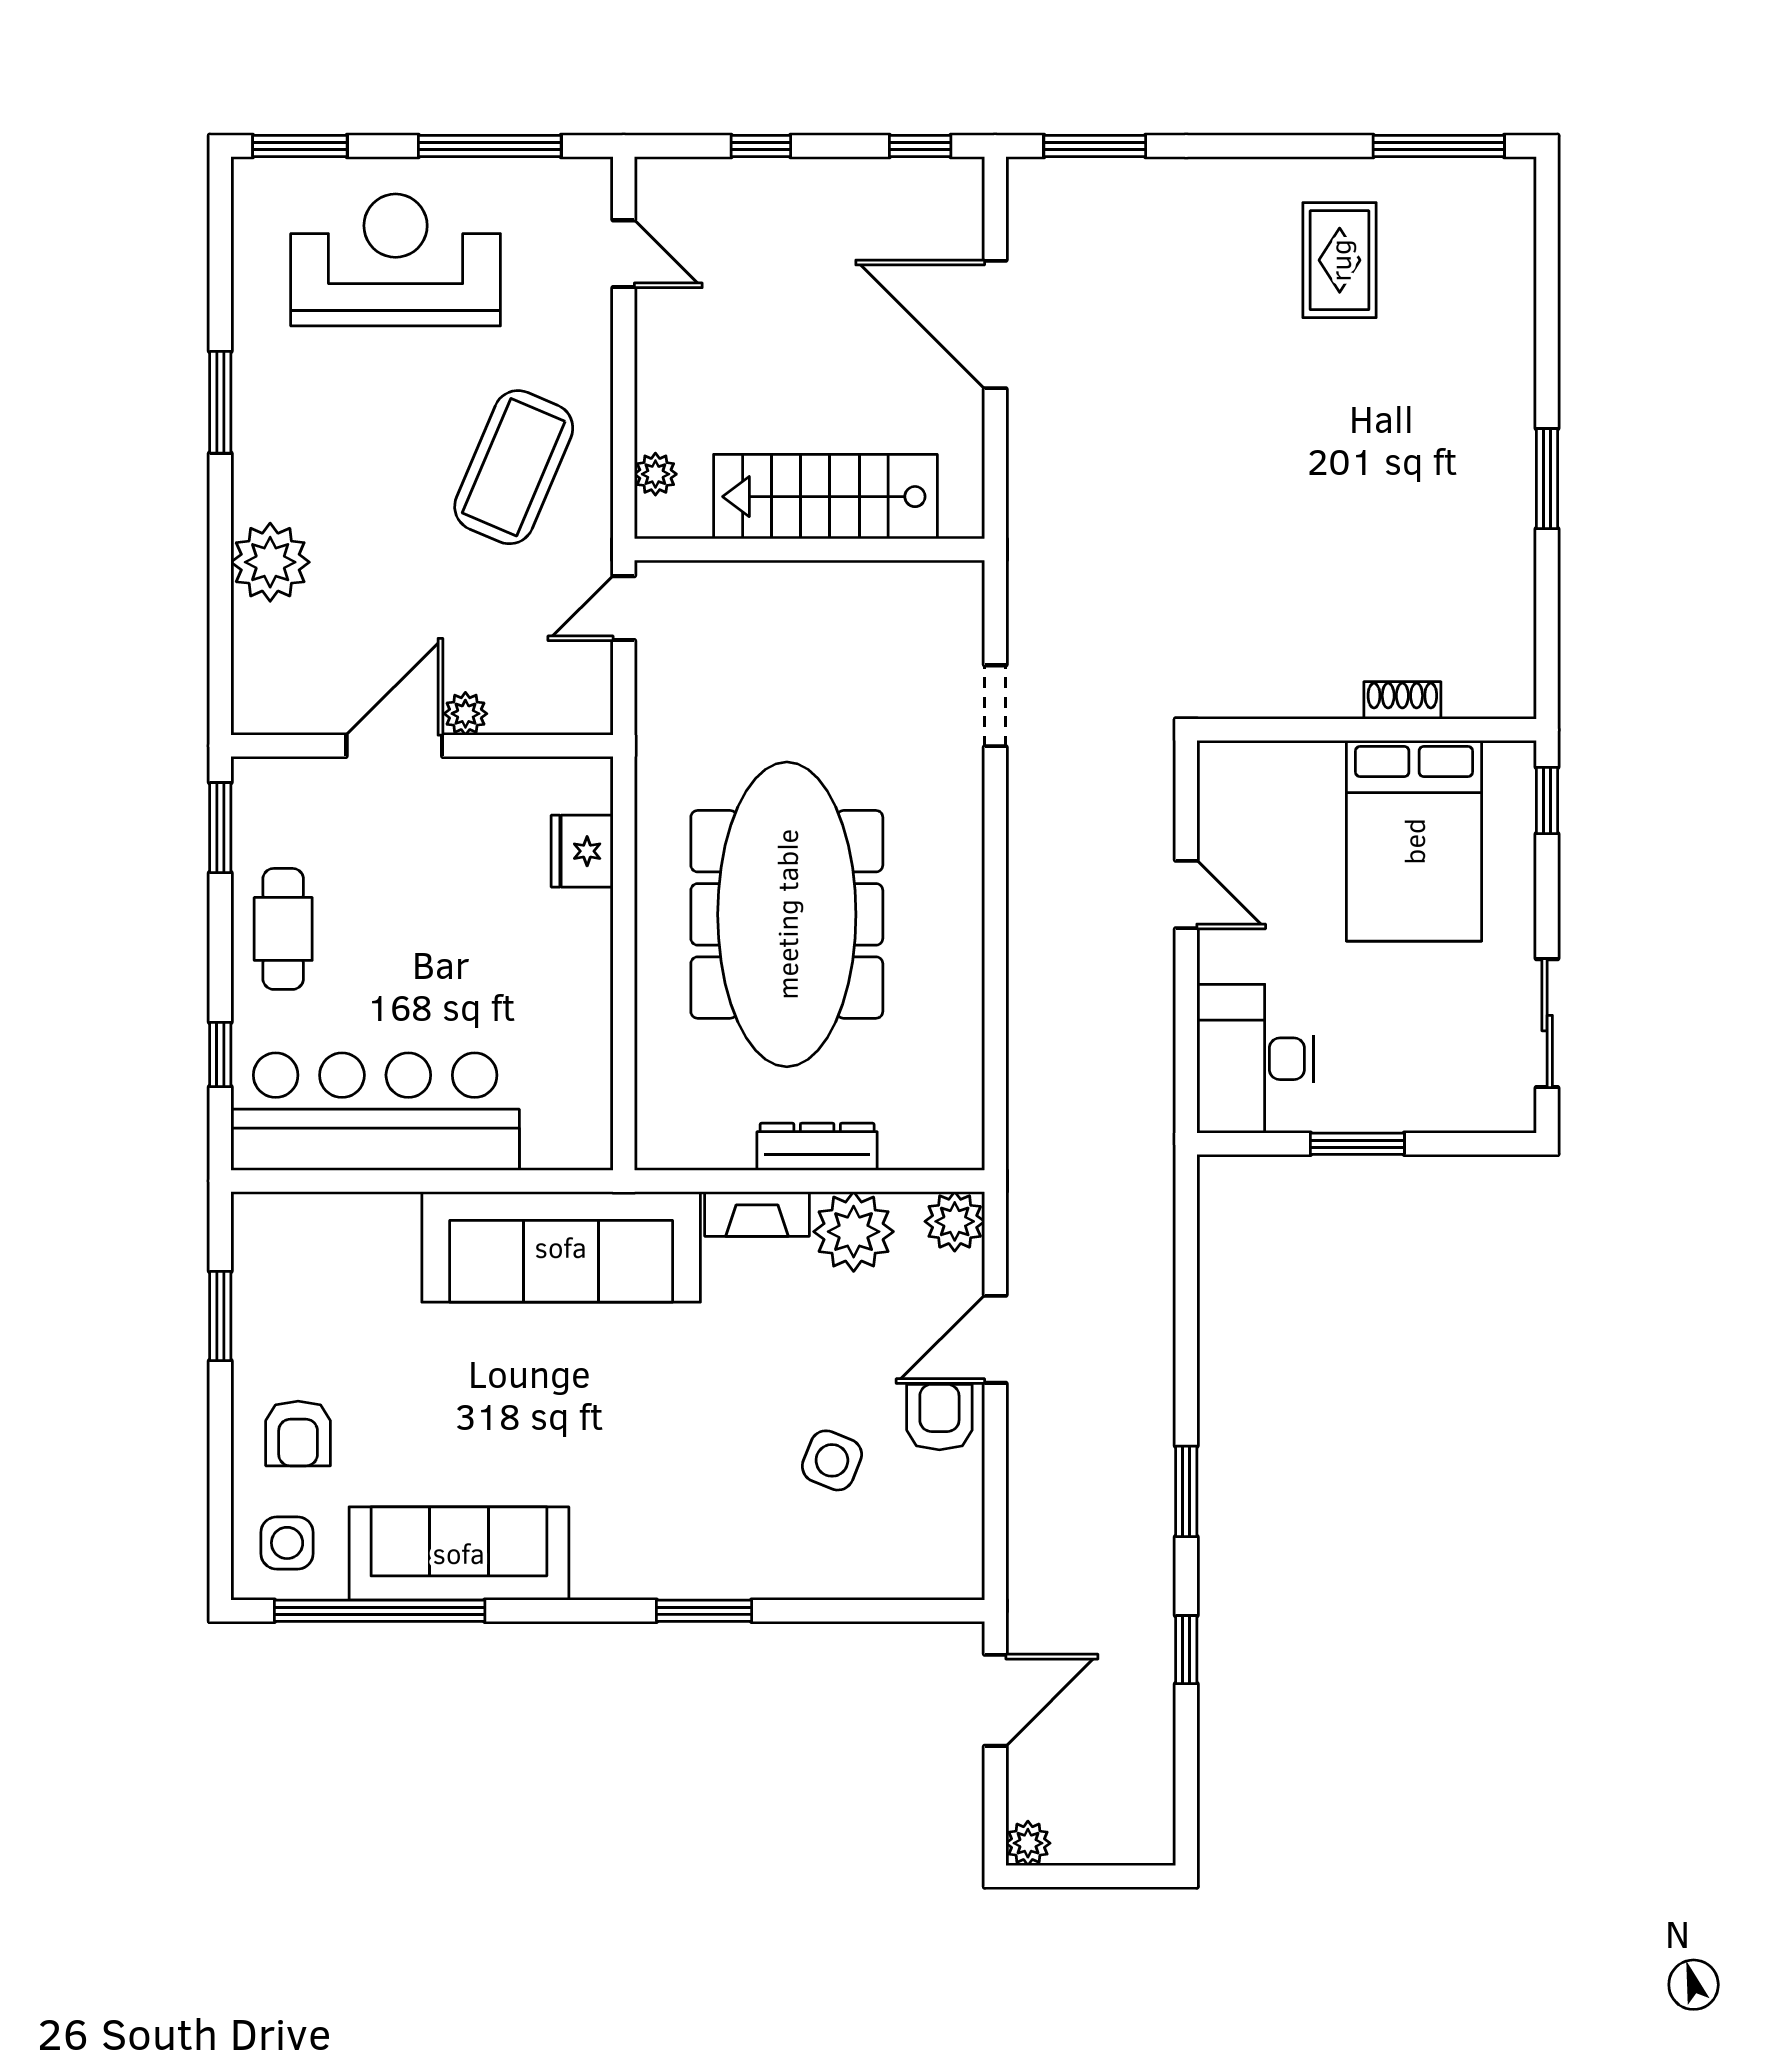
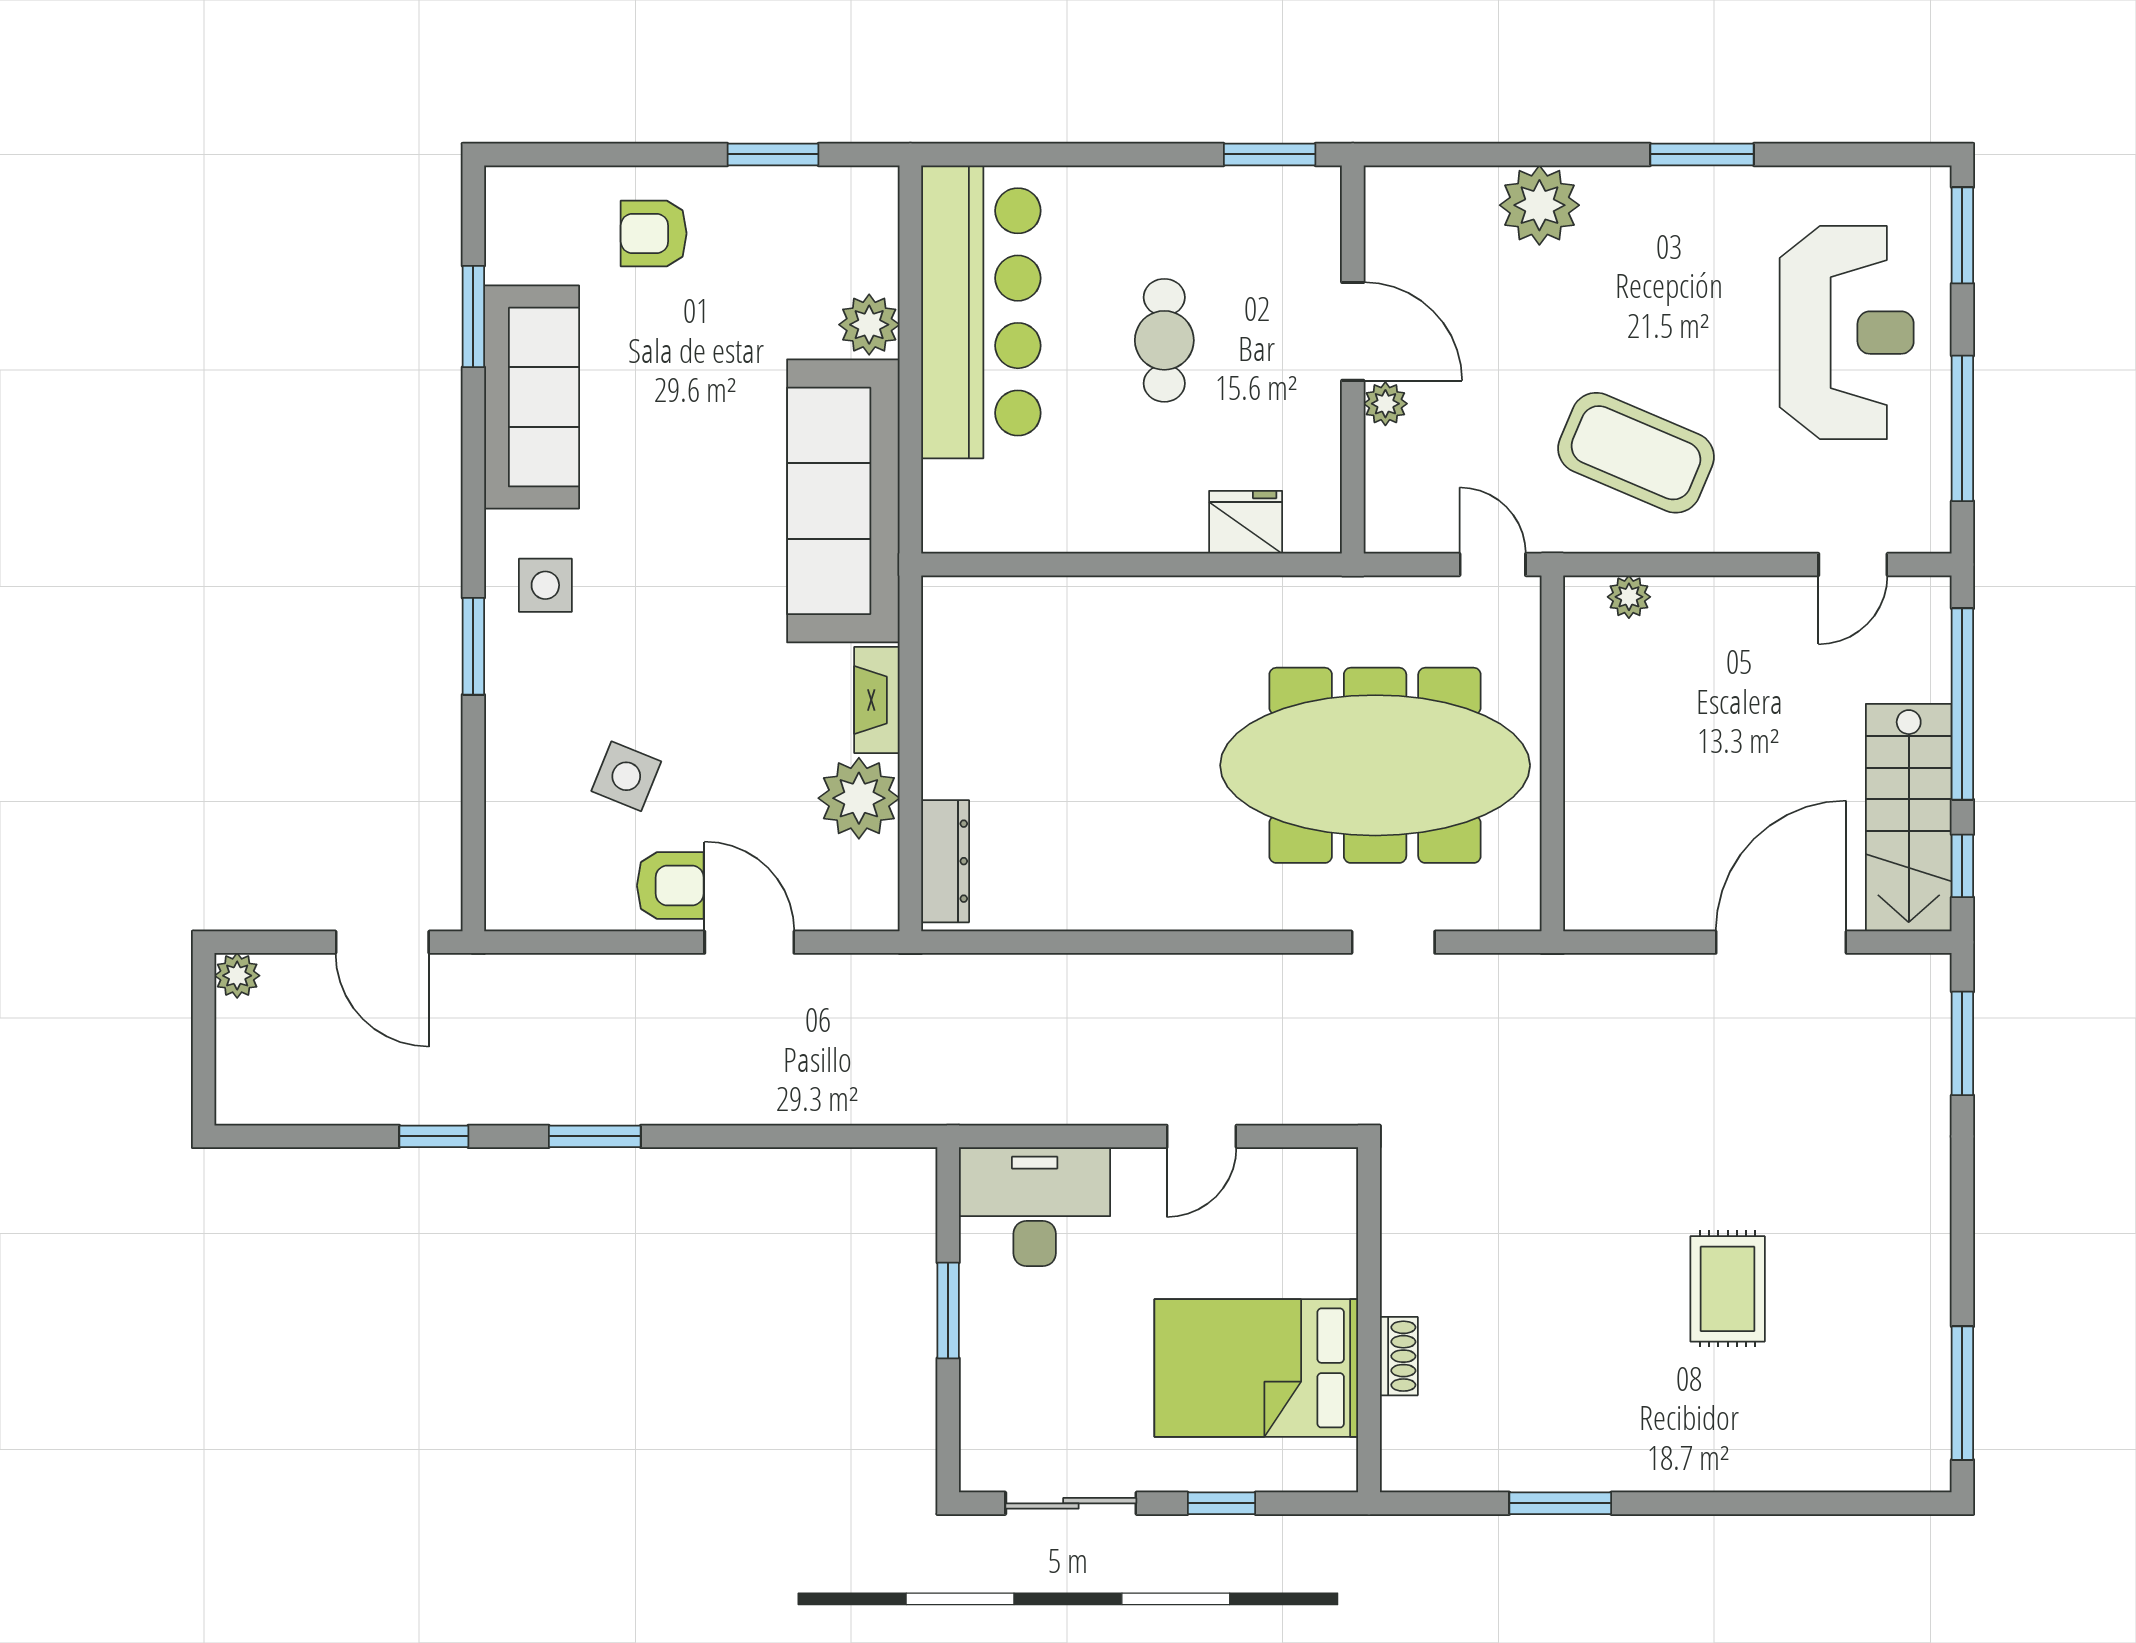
window: (761, 146) -> (1962, 704), width x3.17
rug: (1340, 260) -> (1728, 1289), moved, turned 90
window: (1547, 479) -> (1560, 1503), moved
stairs: (825, 497) -> (1909, 818), moved, turned 180
window: (1547, 801) -> (1222, 1503), moved
meeting table: (787, 914) -> (1375, 765), moved
cafe table: (283, 929) -> (1164, 340), moved, turned 90
window: (220, 1055) -> (1039, 154), removed
dresser: (817, 1147) -> (945, 861), moved
plant: (955, 1221) -> (869, 325), moved
side table: (287, 1543) -> (545, 585), moved
window: (380, 1611) -> (473, 316), width x0.47

